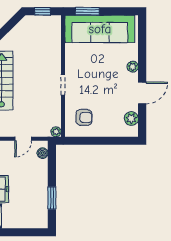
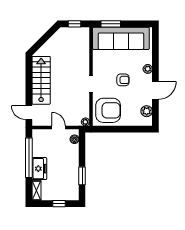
armchair: (102, 80) -> (123, 80), added
armchair: (84, 118) -> (108, 110), width x1.88, depth x1.88
door: (23, 139) -> (59, 128), swing flipped
window: (24, 232) -> (59, 204), added

